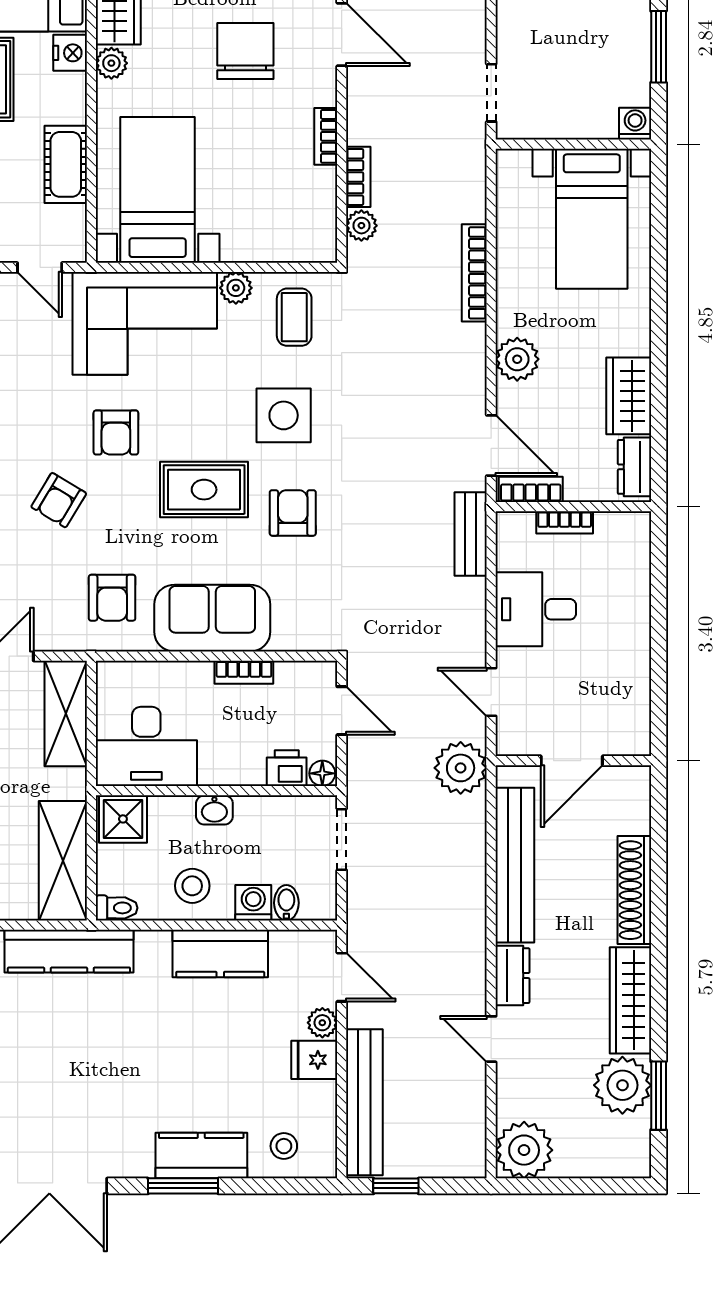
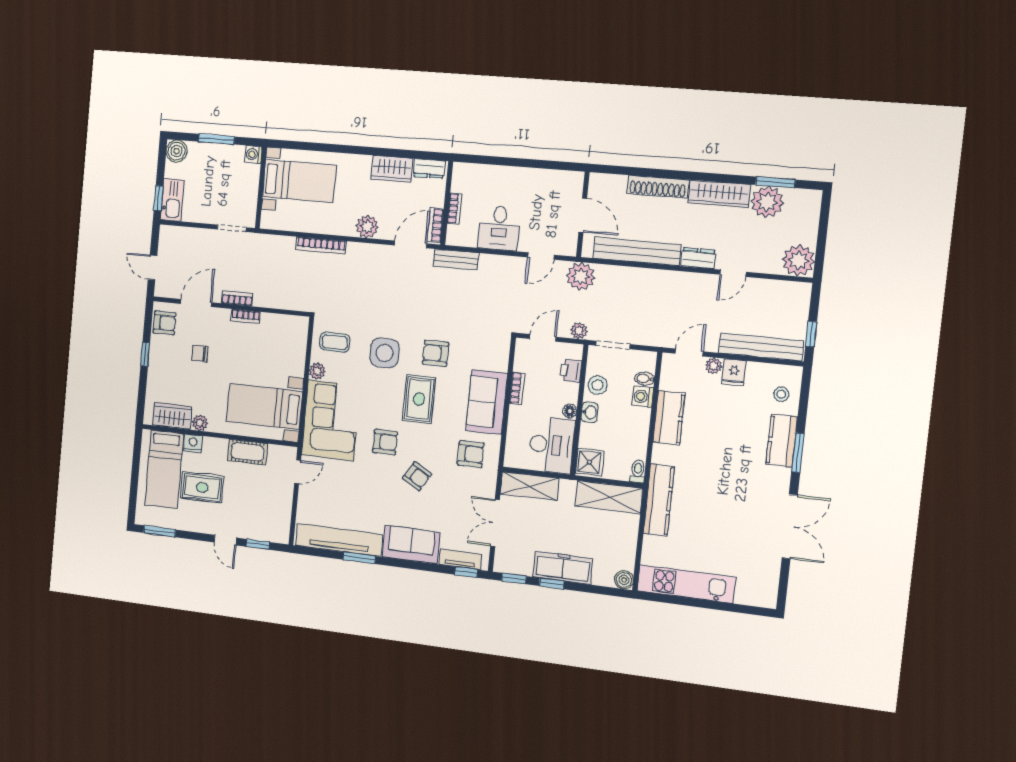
chair: (245, 51) -> (200, 353), width x0.54, depth x0.54
bookcase: (358, 177) -> (237, 298), moved
plant: (361, 226) -> (579, 331), moved
floor lamp: (322, 773) -> (570, 411), moved
stool: (192, 886) -> (598, 385), moved

